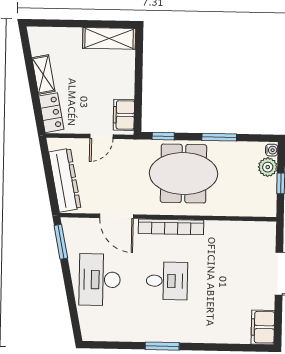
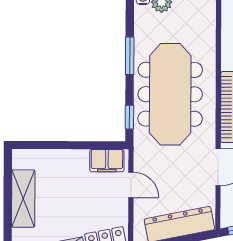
shelving: (109, 38) -> (23, 199), moved
meeting table: (184, 174) -> (170, 94), width x1.36

